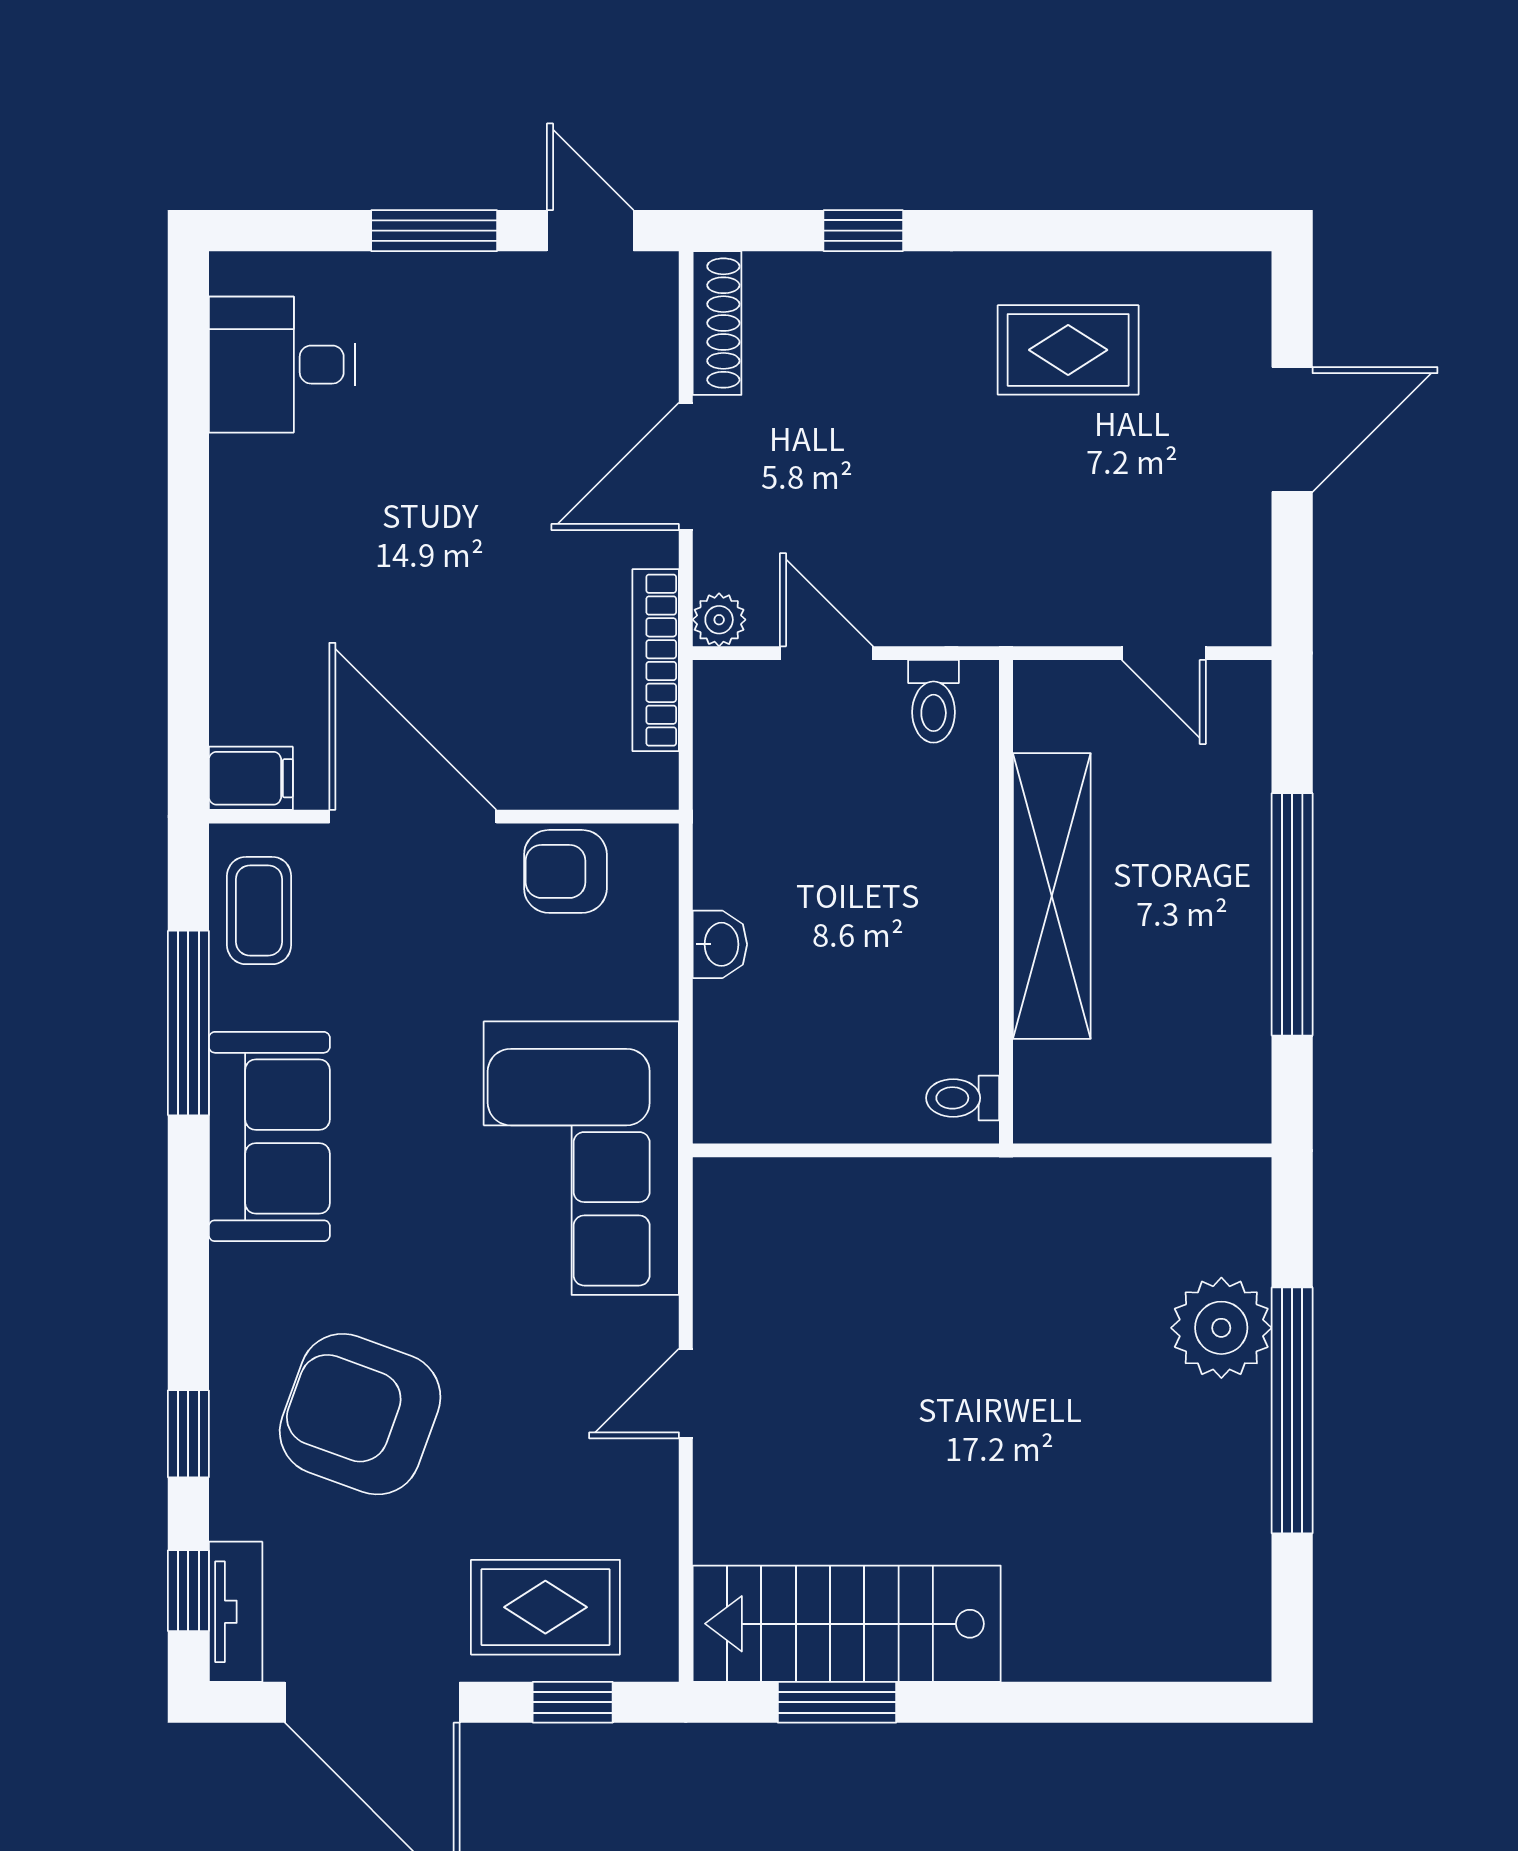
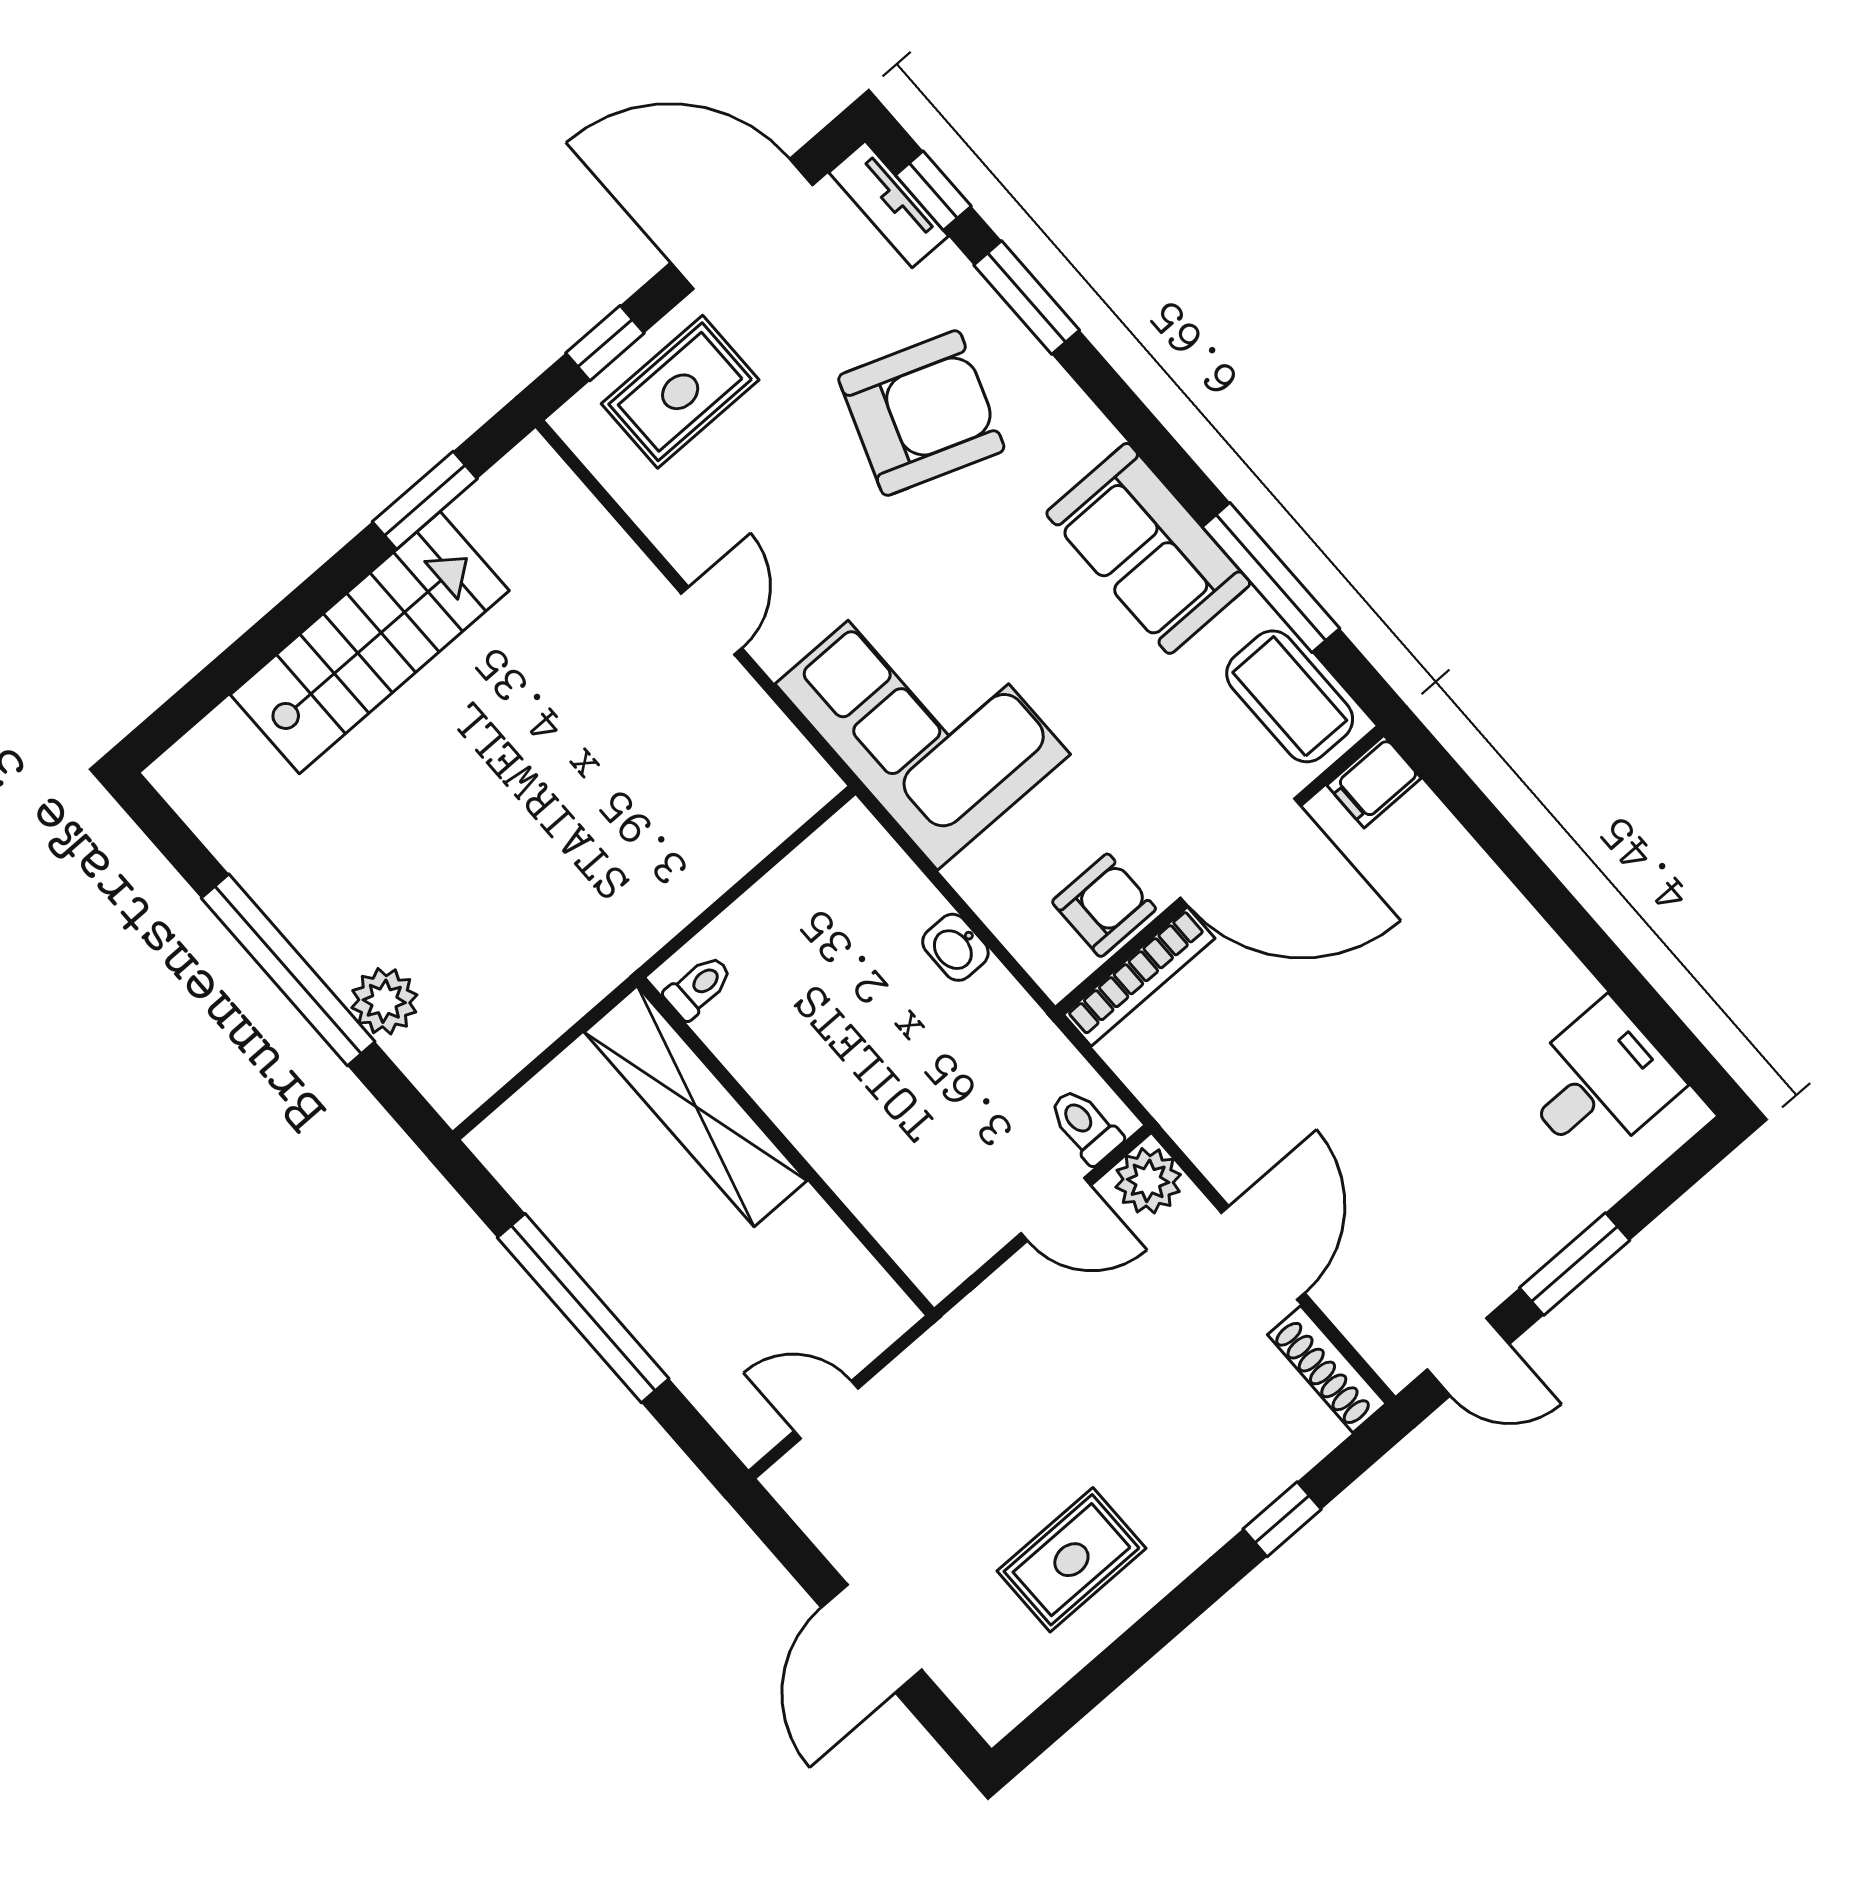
plant: (719, 620) -> (1148, 1181), width x1.38, depth x1.38
bookcase: (656, 660) -> (1139, 976), moved, turned 90
toilet: (934, 701) -> (1085, 1126), moved
shelving: (1052, 896) -> (696, 1106), moved
coffee table: (259, 911) -> (1290, 696), width x1.36, depth x1.30
plant: (1221, 1328) -> (384, 1001), width x0.73, depth x0.73
window: (188, 1434) -> (1027, 298), width x1.50
stairs: (847, 1624) -> (370, 643), moved

